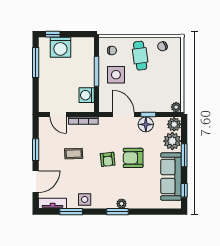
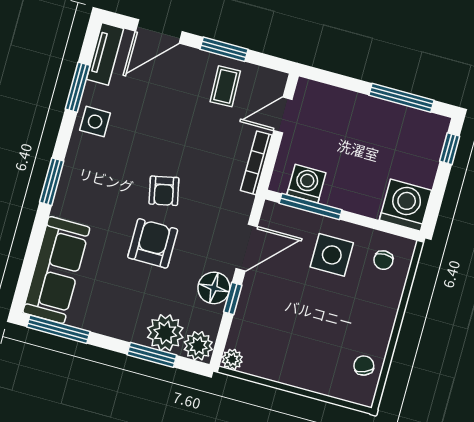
washing machine: (60, 47) -> (405, 205), moved, turned 90
cafe table: (140, 56) -> (357, 315), removed
window: (97, 71) -> (311, 206), moved
coffee table: (74, 154) -> (225, 86), moved
window: (184, 155) -> (152, 355), moved
armchair: (108, 159) -> (164, 191), turned -96
sofa: (171, 177) -> (56, 270), moved, turned 90
door: (36, 182) -> (159, 31), hinge flipped
window: (184, 190) -> (58, 329), width x2.17
plant: (122, 204) -> (66, 194), removed

